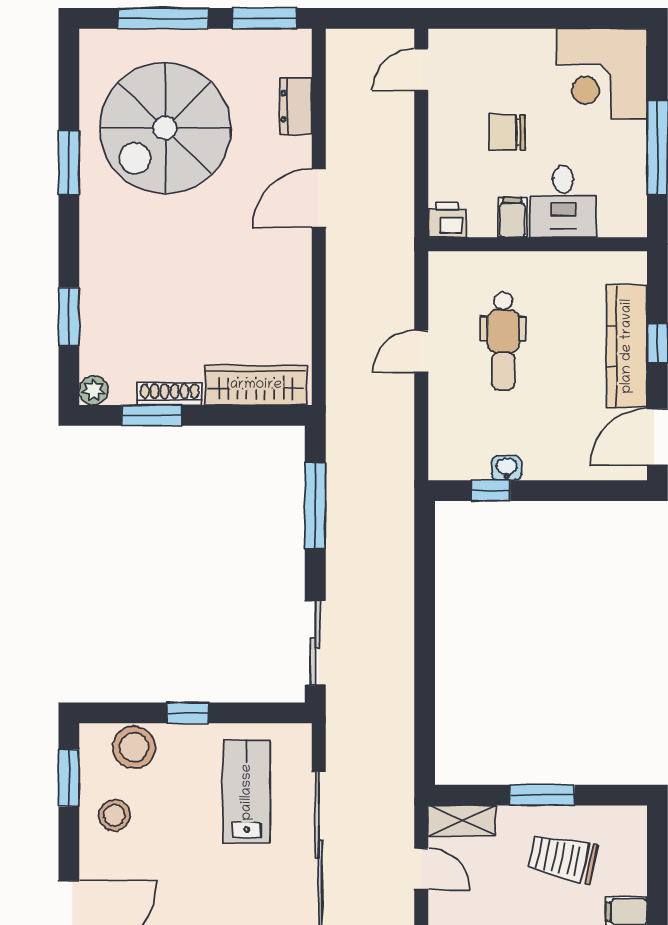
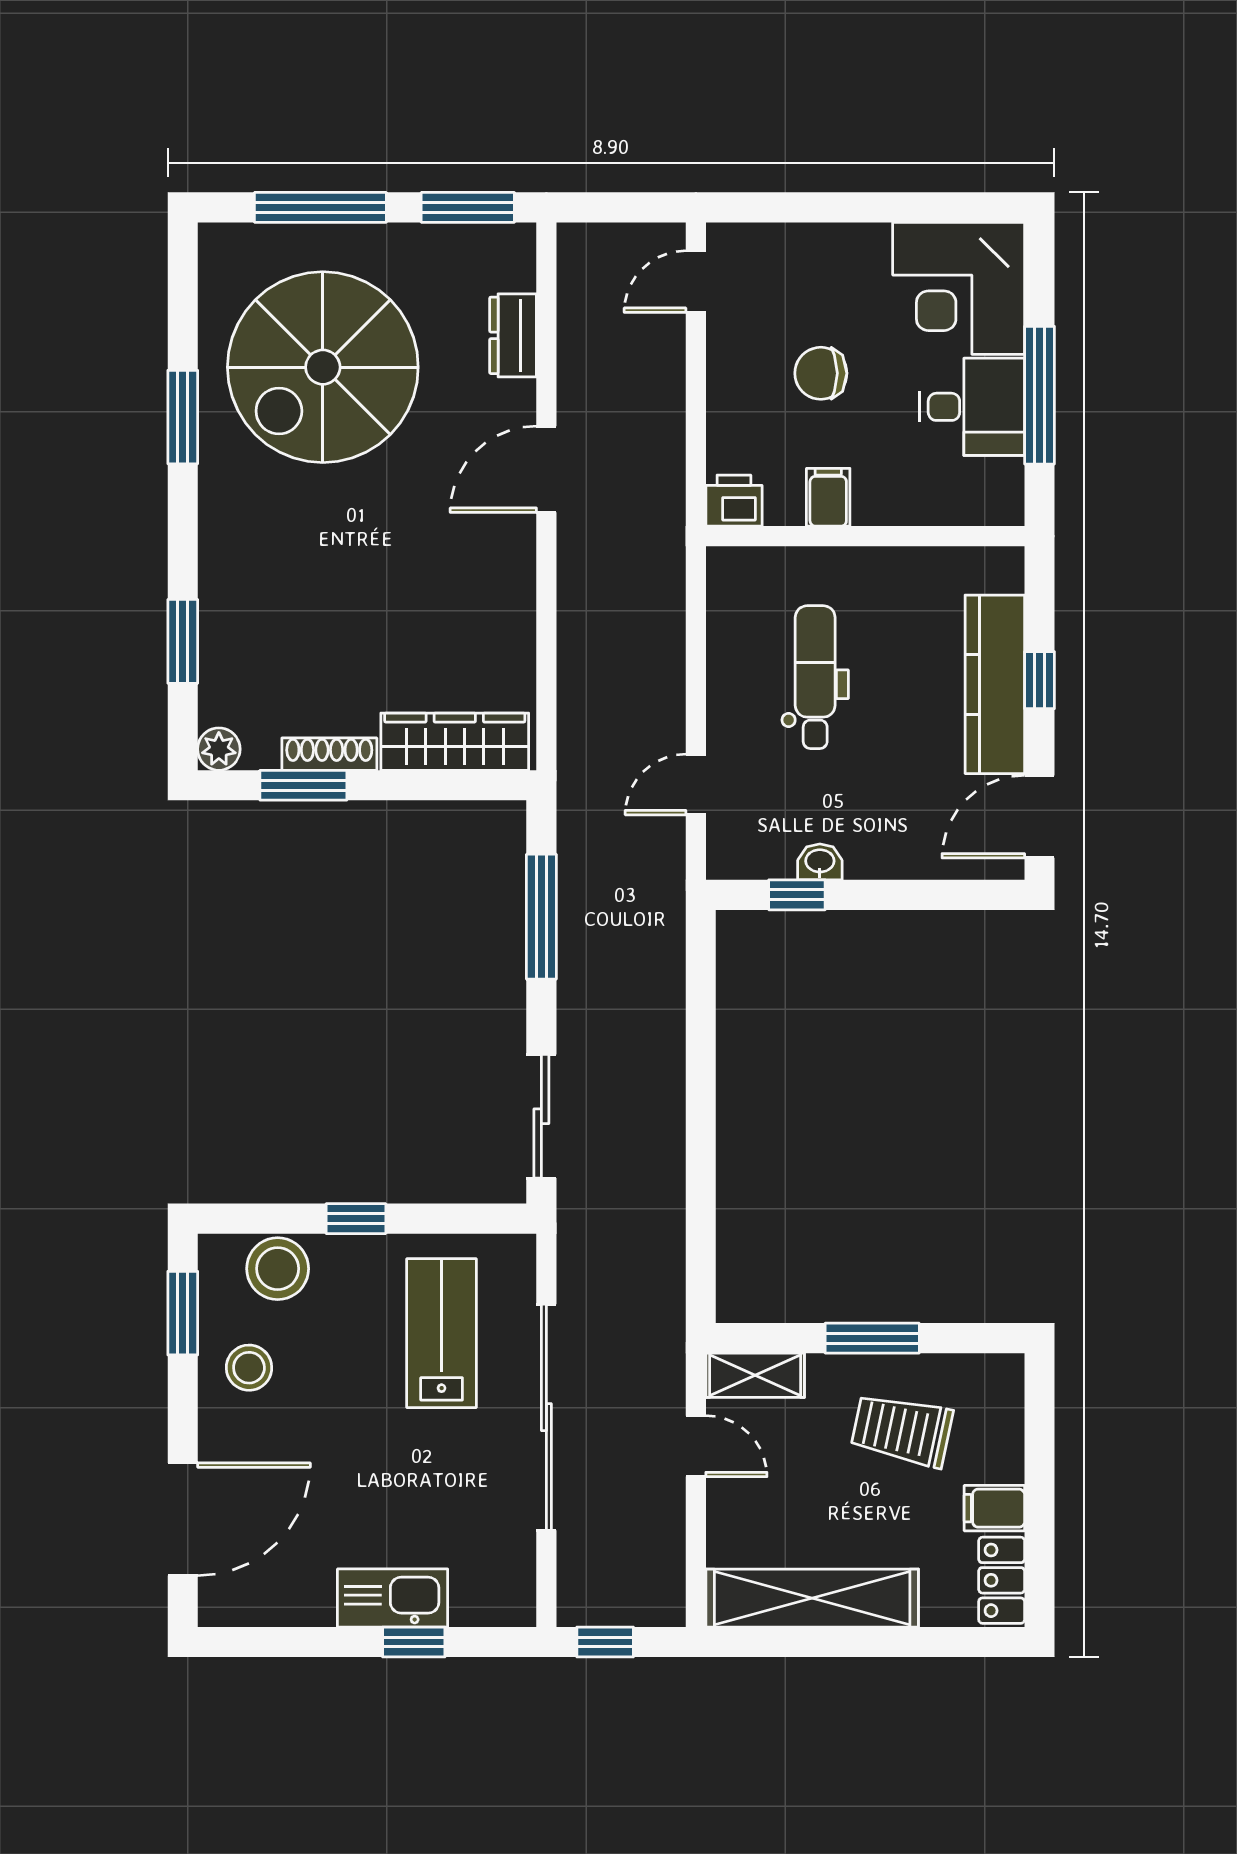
desk: (563, 201) -> (972, 407), moved, turned -90
dental chair: (503, 341) -> (815, 677), turned 180
door: (421, 351) -> (696, 785), moved

